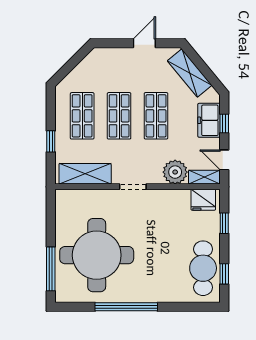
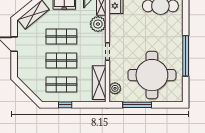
window: (51, 141) -> (65, 105), moved
plant: (76, 198) -> (115, 88), added
window: (51, 269) -> (137, 105), moved

